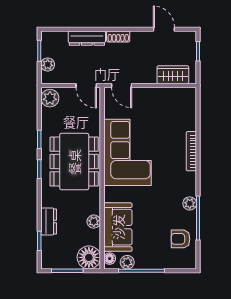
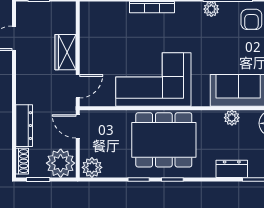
shoe rack: (118, 36) -> (22, 161), moved
plant: (48, 65) -> (61, 163), width x1.88, depth x1.88
wardrobe: (173, 75) -> (65, 52), moved
door: (86, 85) -> (78, 126), swing flipped

